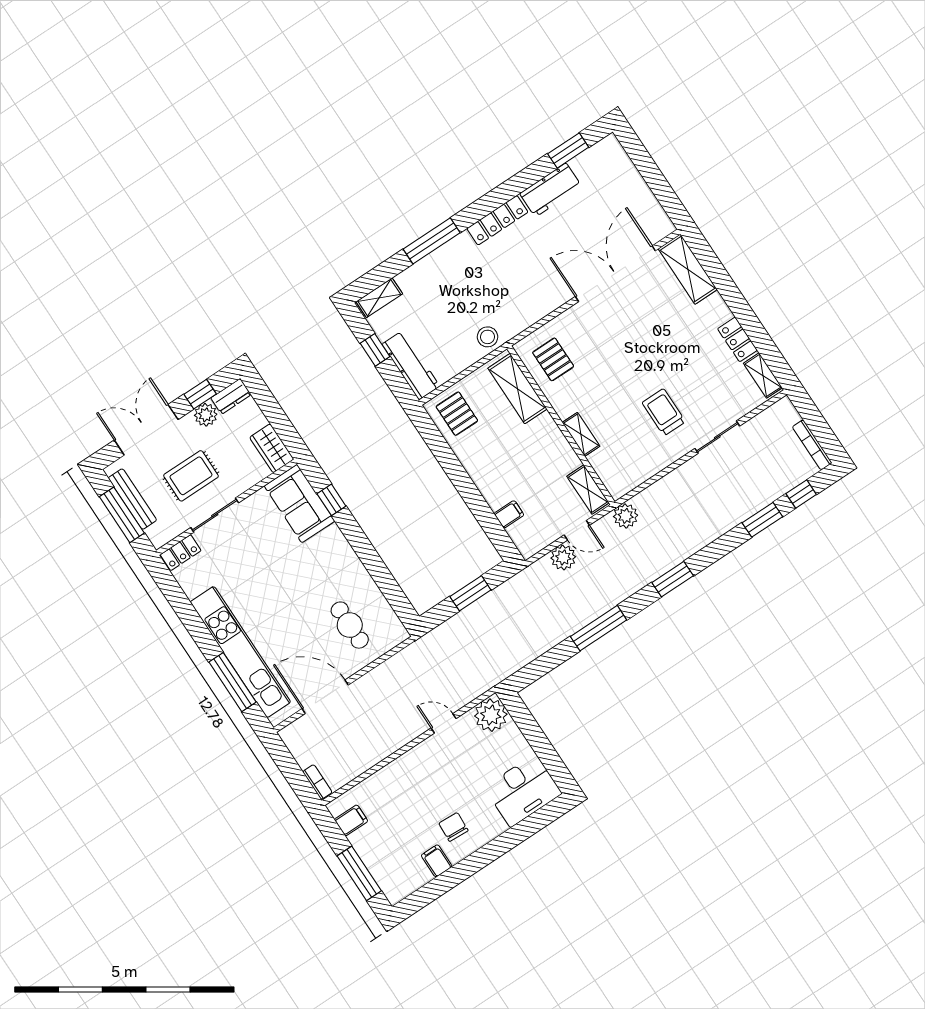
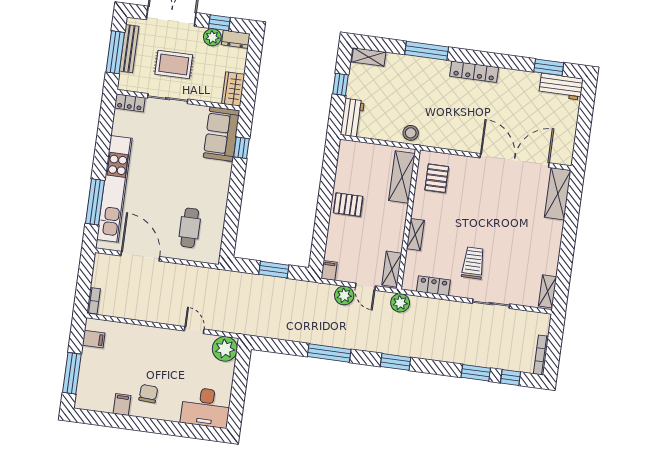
workbench: (551, 190) -> (561, 87), moved
locker: (737, 339) -> (433, 286), moved, turned 90
workbench: (411, 365) -> (352, 118), width x0.73
pallet: (457, 414) -> (348, 205), moved, turned 90
filing cabinet: (509, 514) -> (329, 270), moved, turned -90

